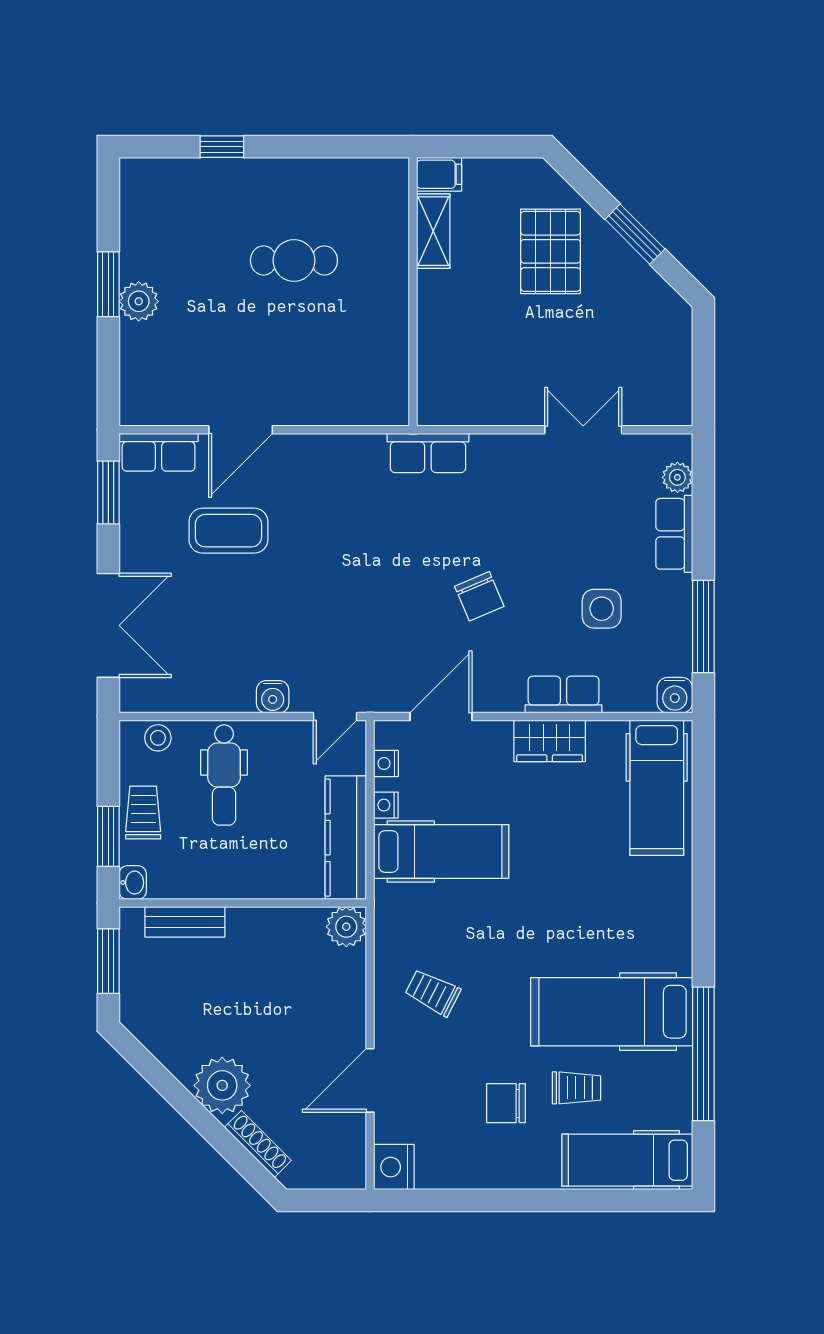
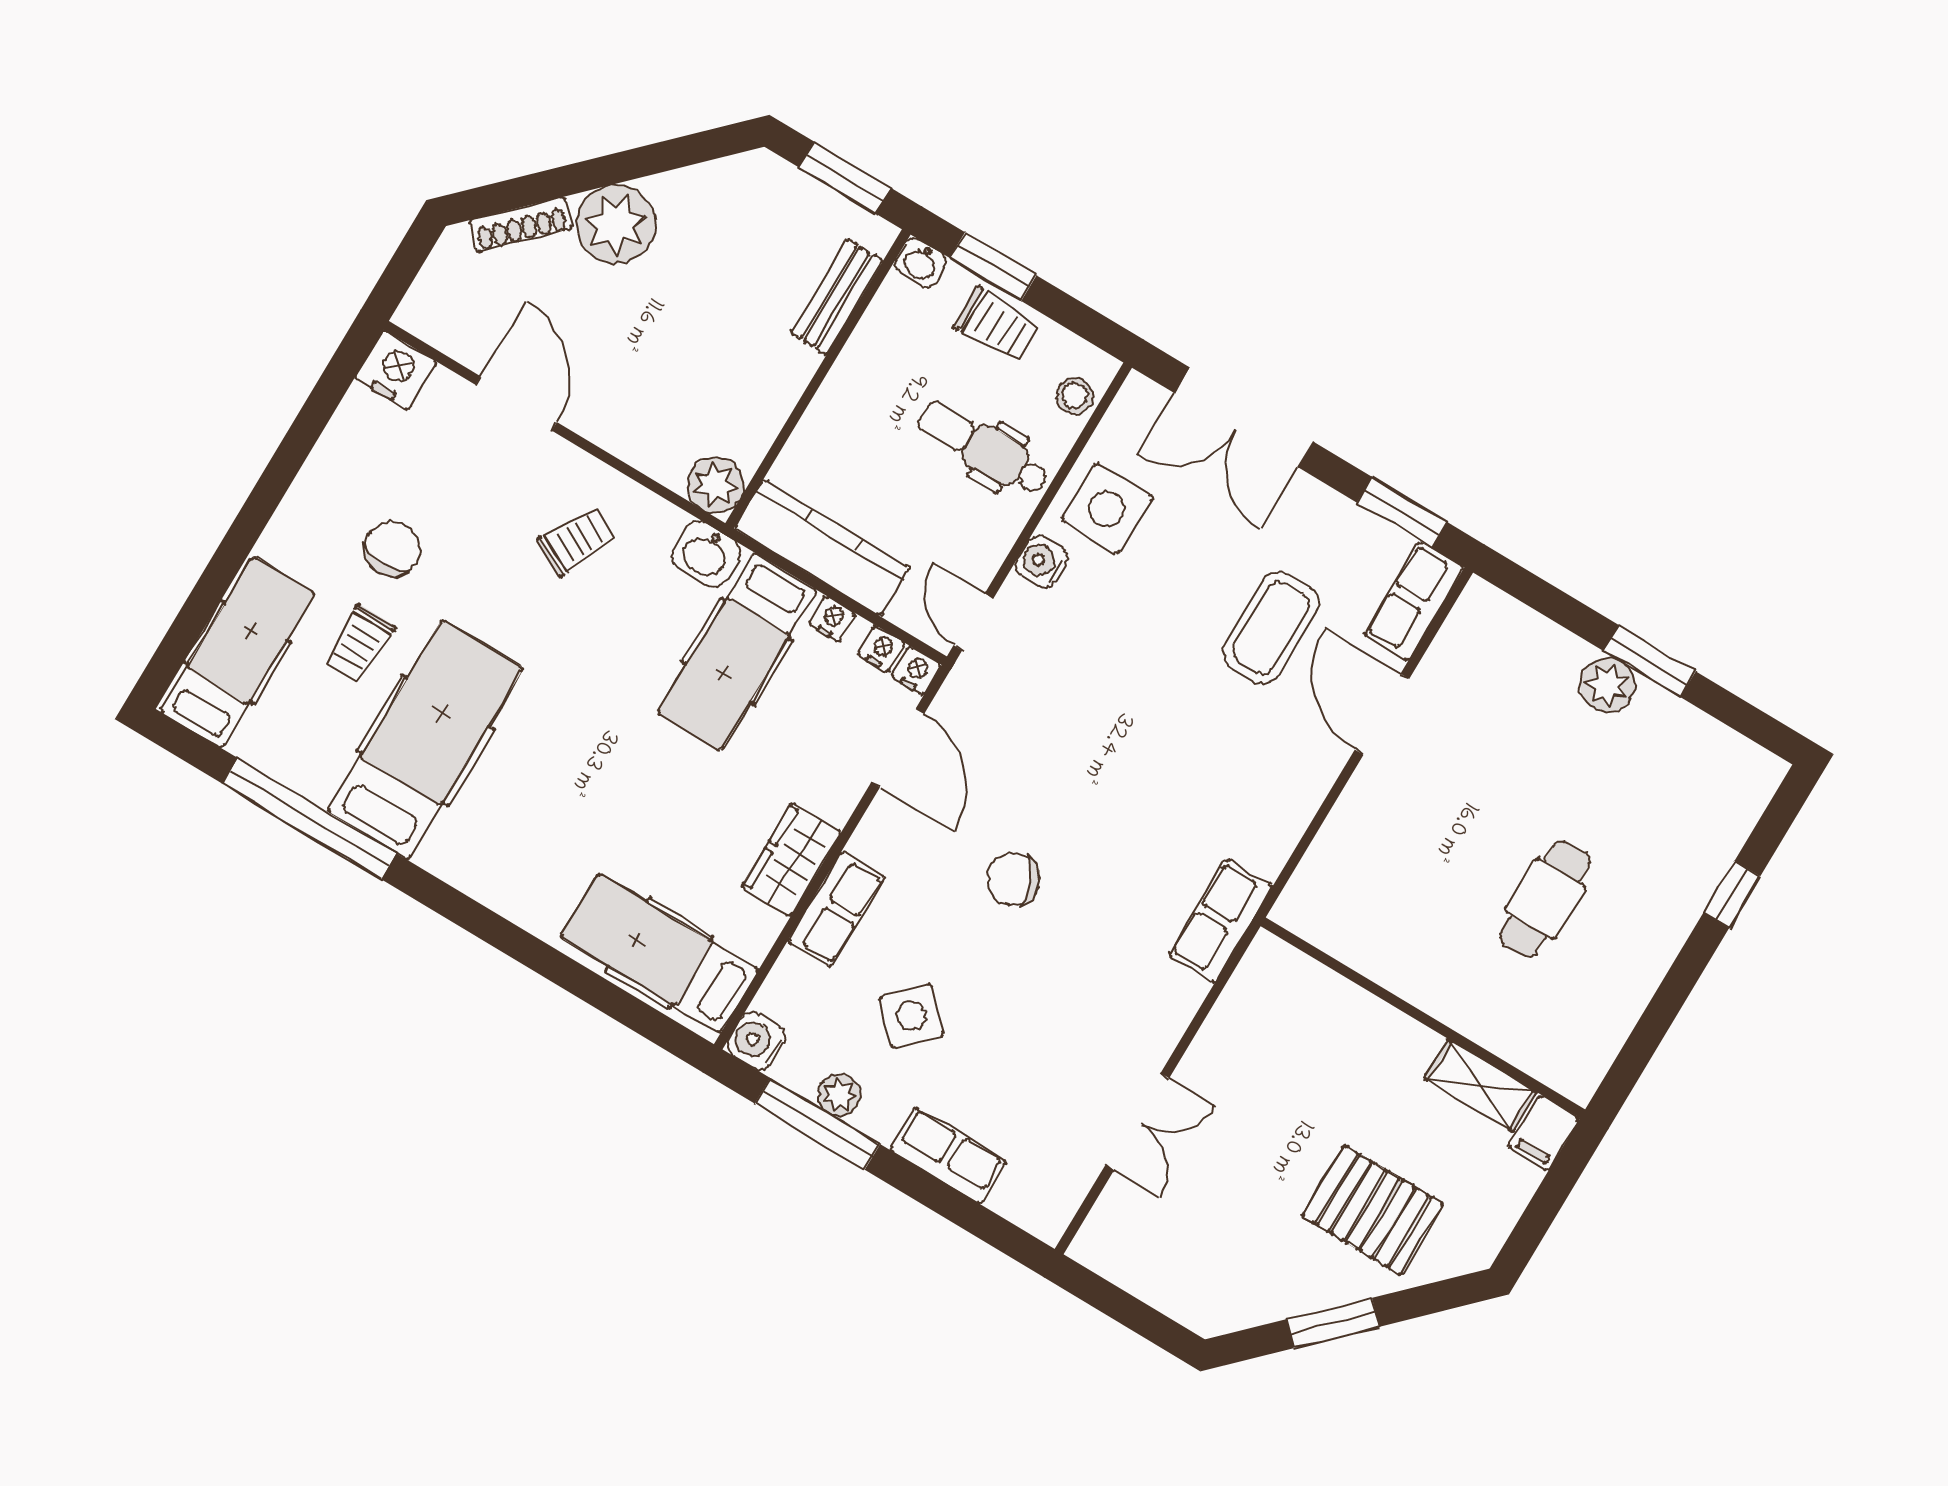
plant: (677, 477) -> (839, 1095), moved
side table: (602, 609) -> (911, 1016), turned 45
side table: (216, 676) -> (1107, 509), added
nightstand: (386, 734) -> (916, 671), added
washbasin: (392, 907) -> (706, 554), added

